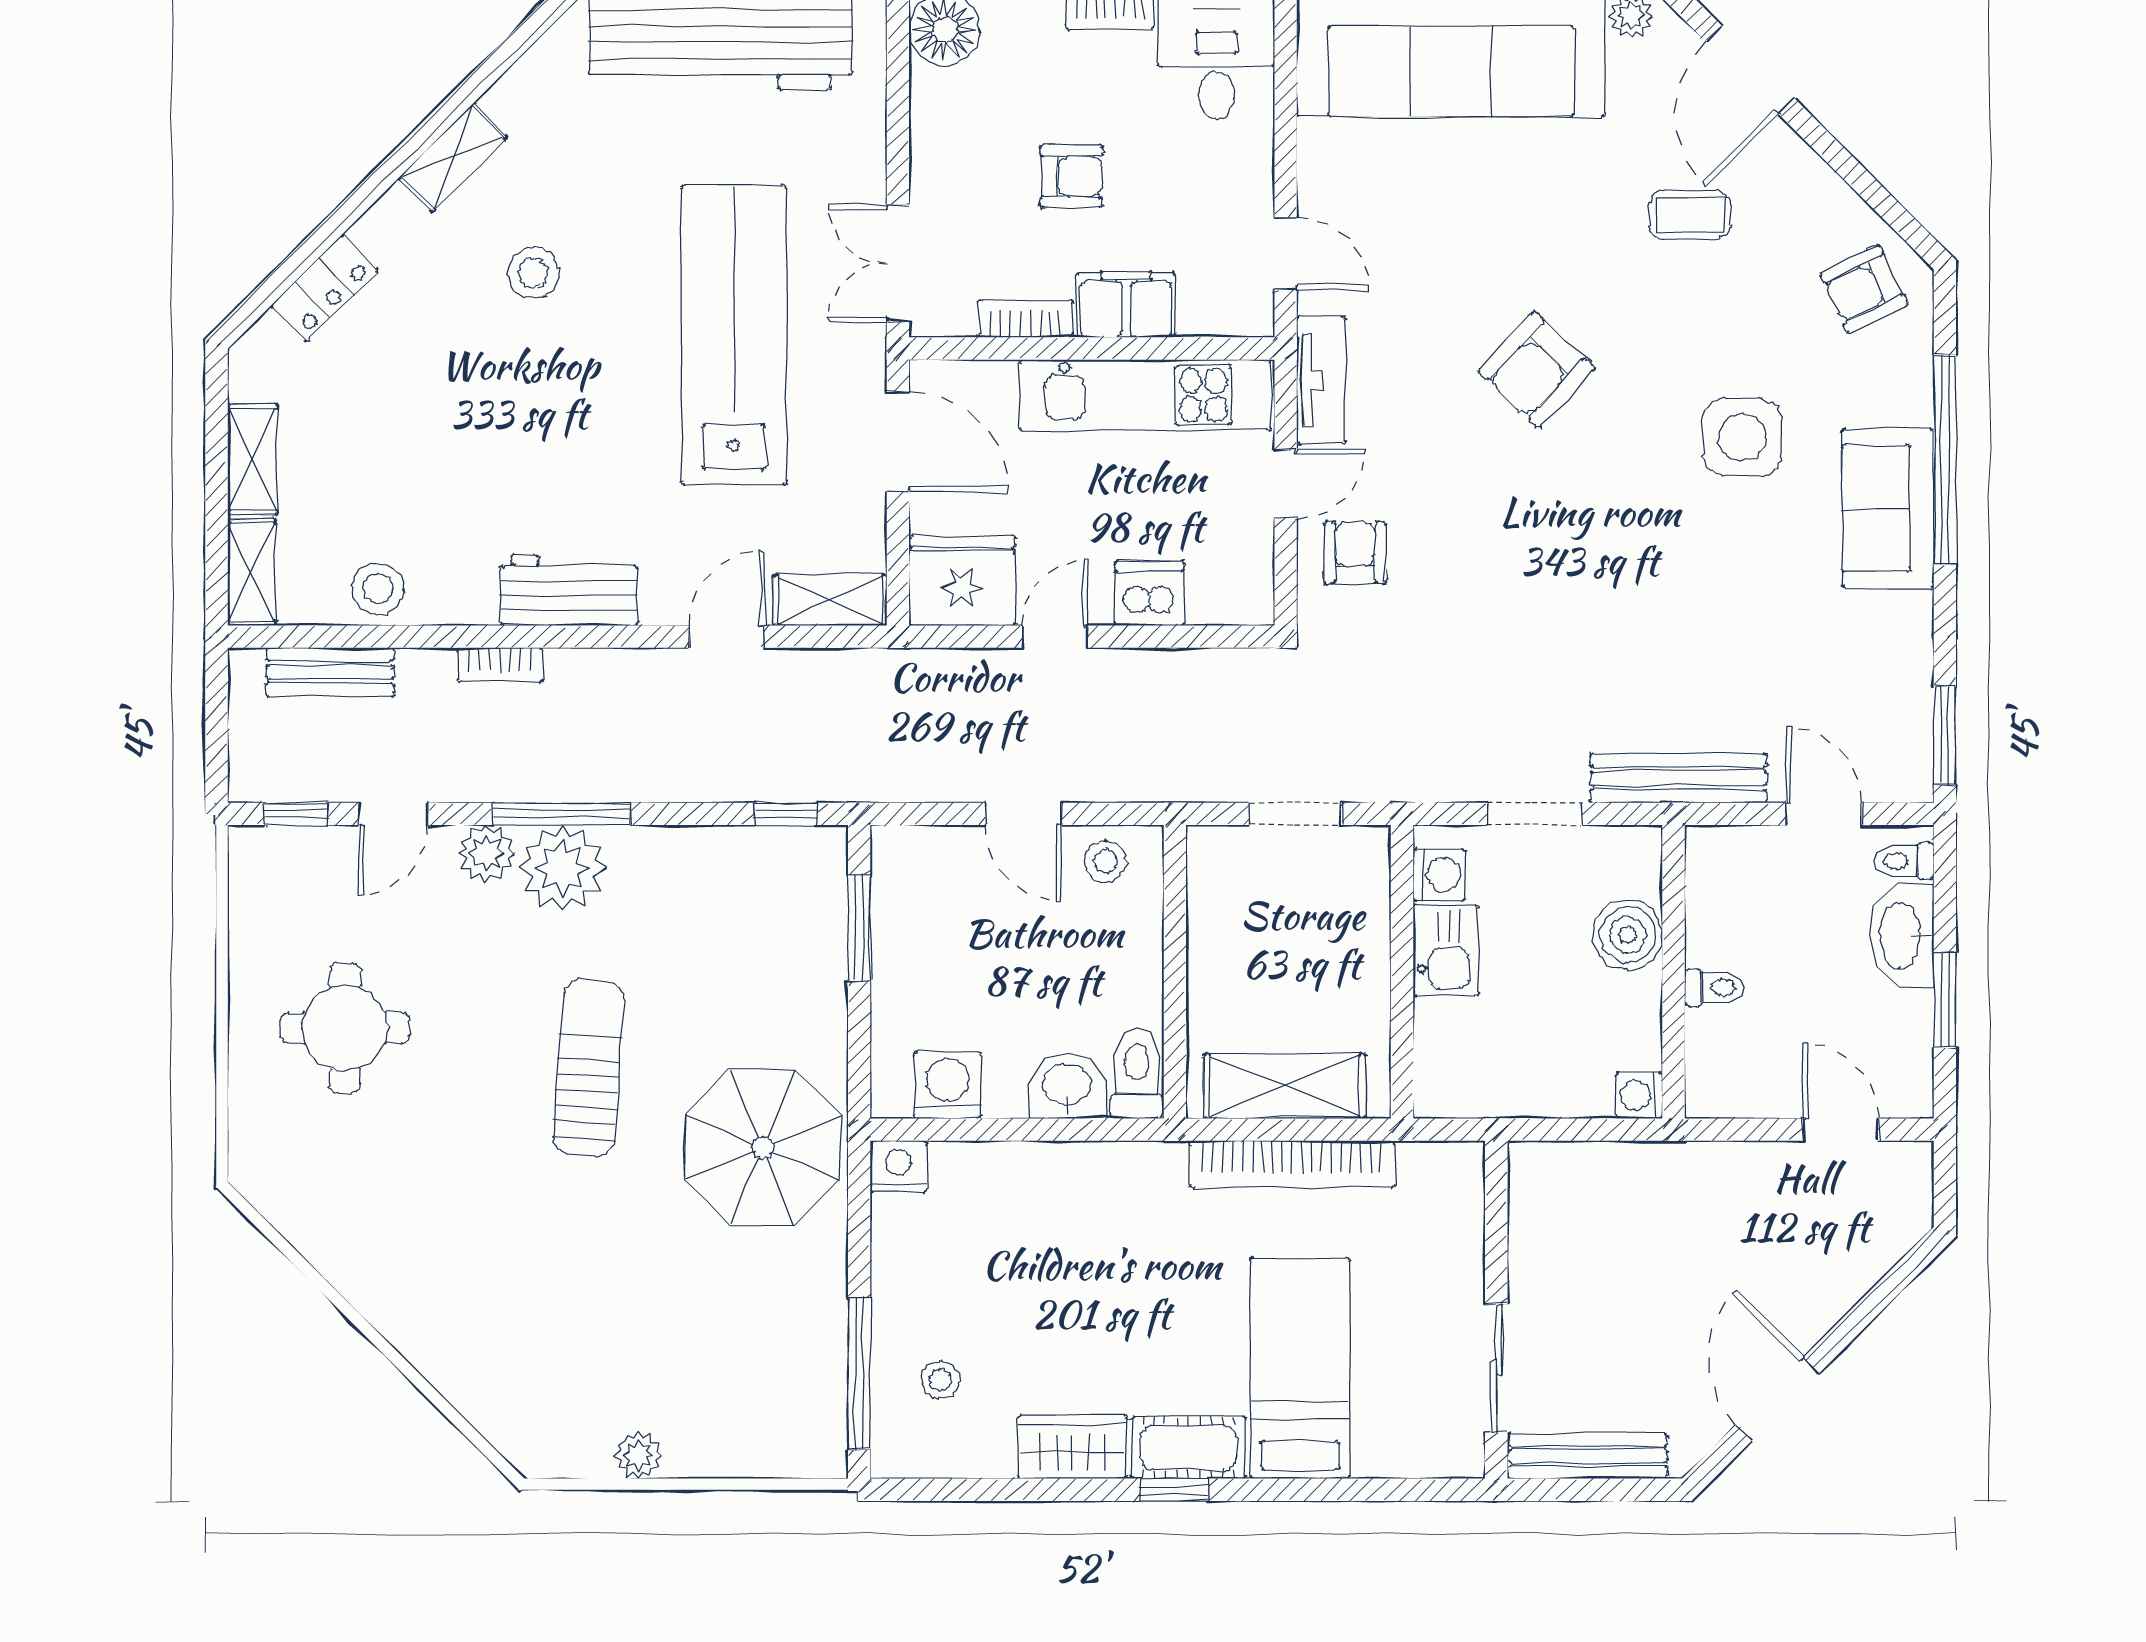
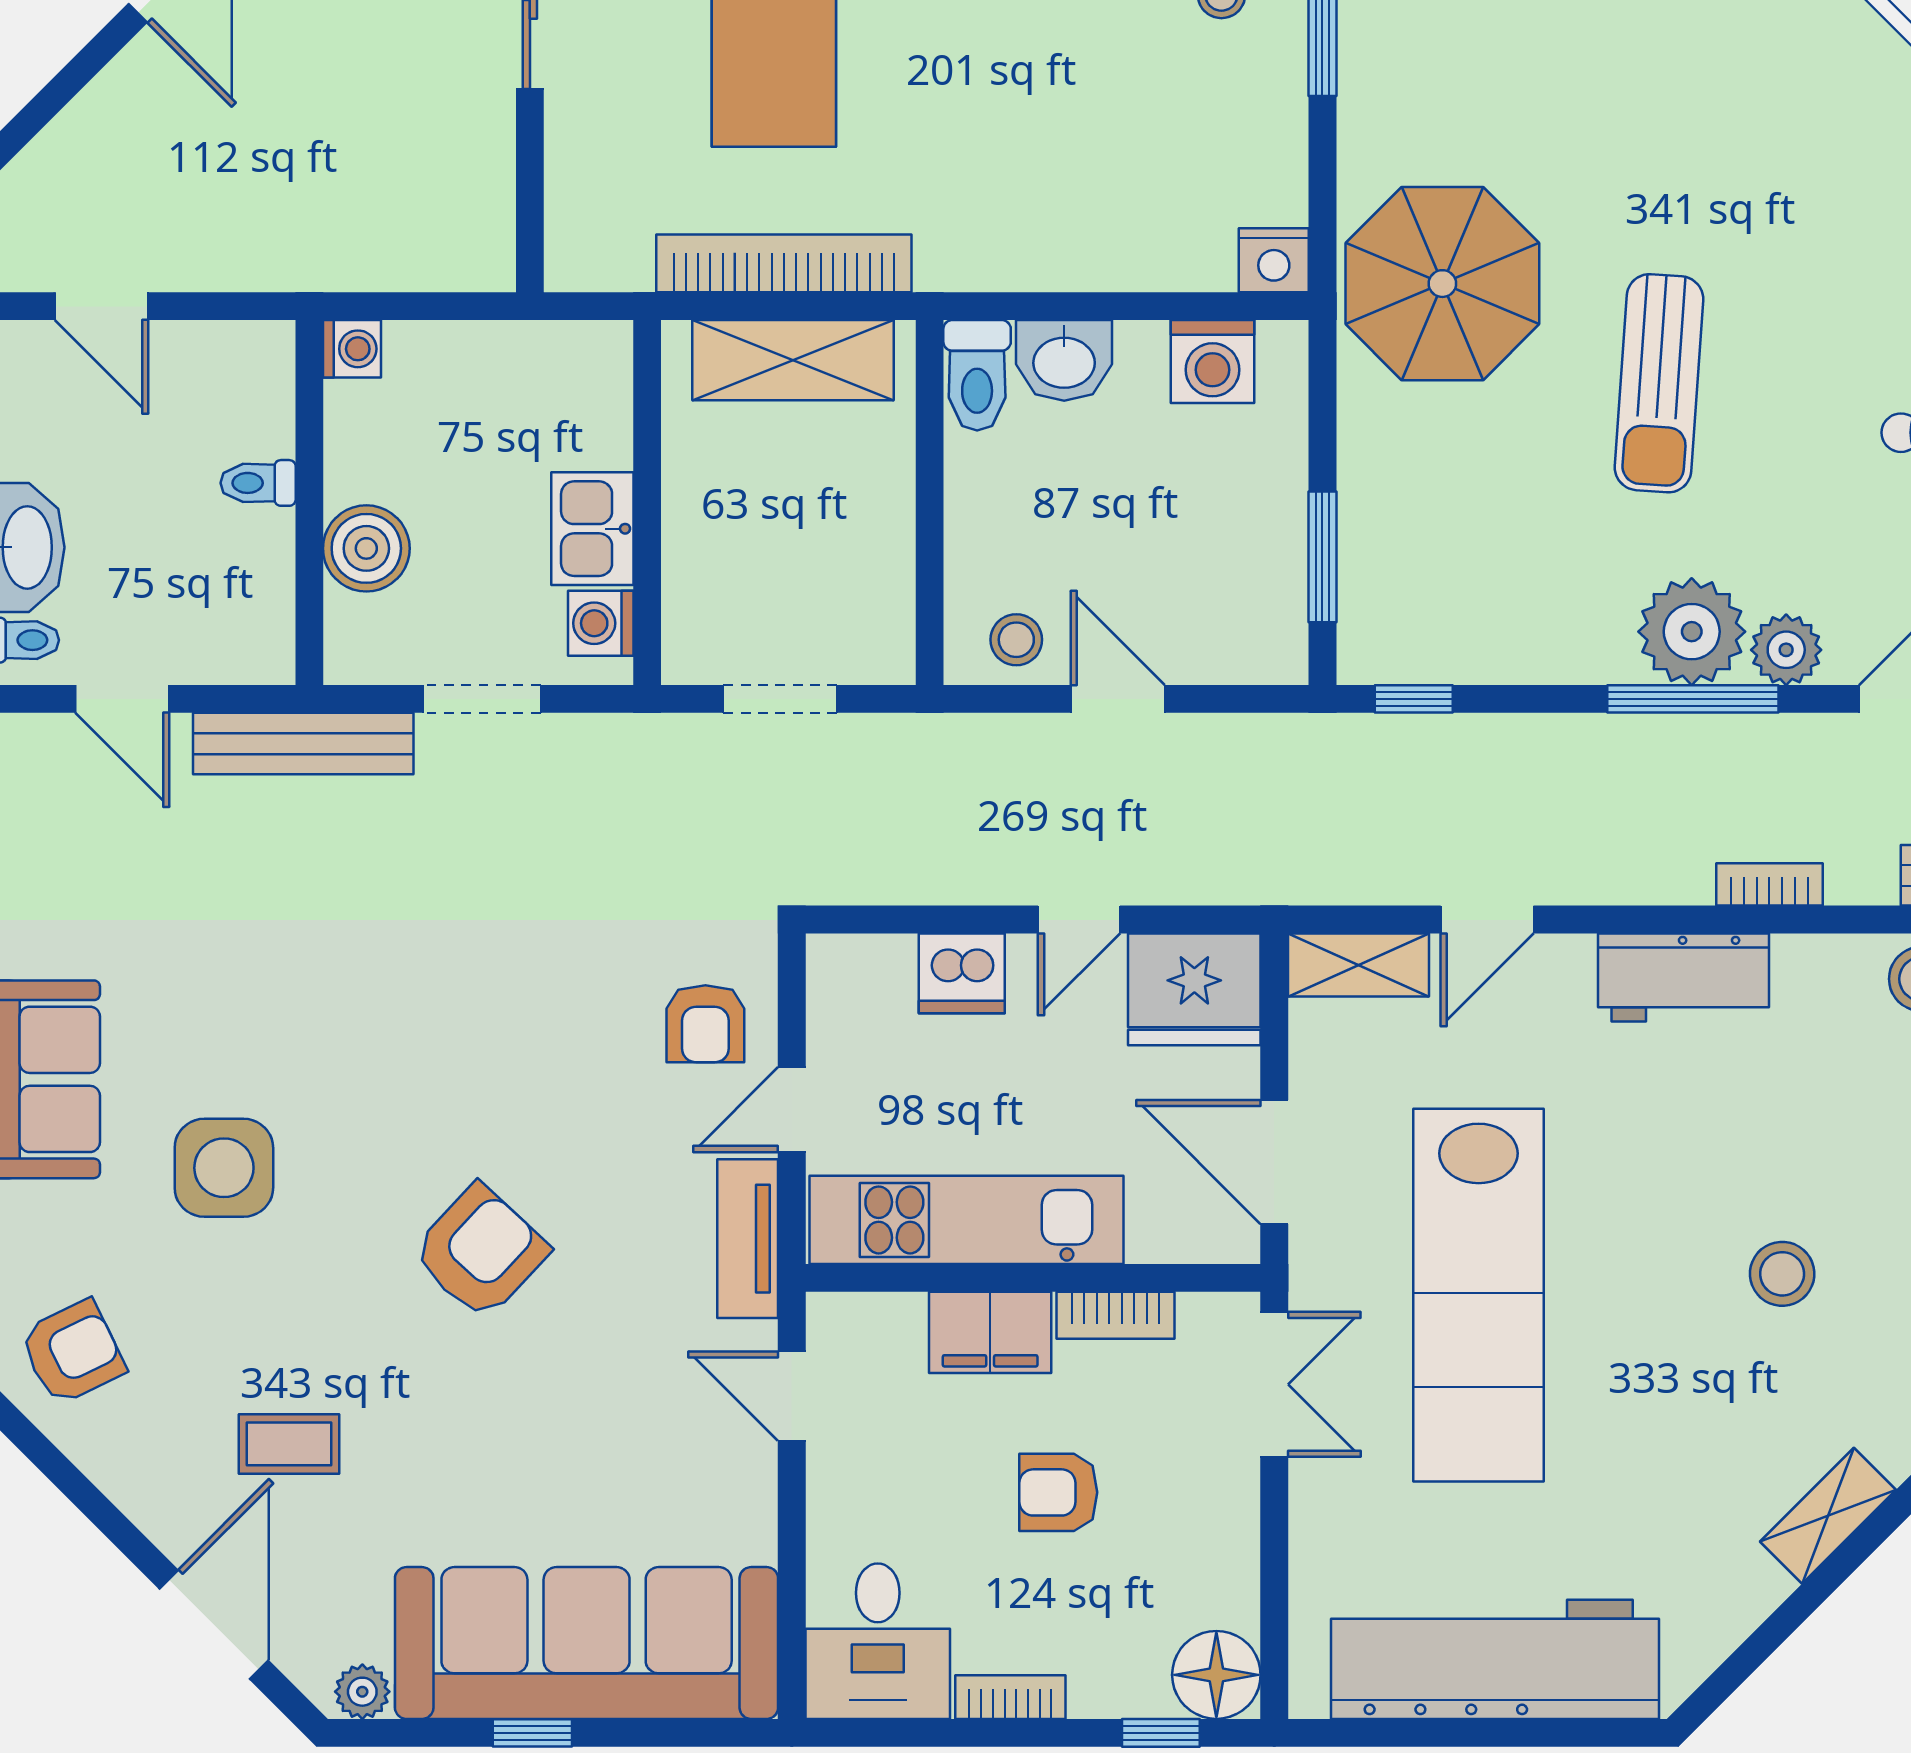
stool: (533, 273) -> (1782, 1274), moved

